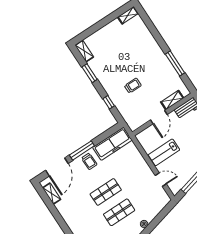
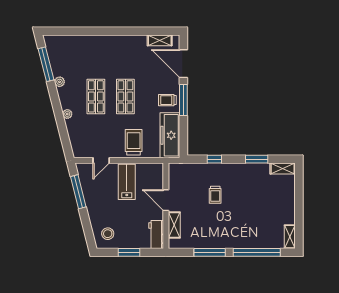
window: (154, 31) -> (257, 252), added
trolley: (134, 166) -> (134, 142), added

